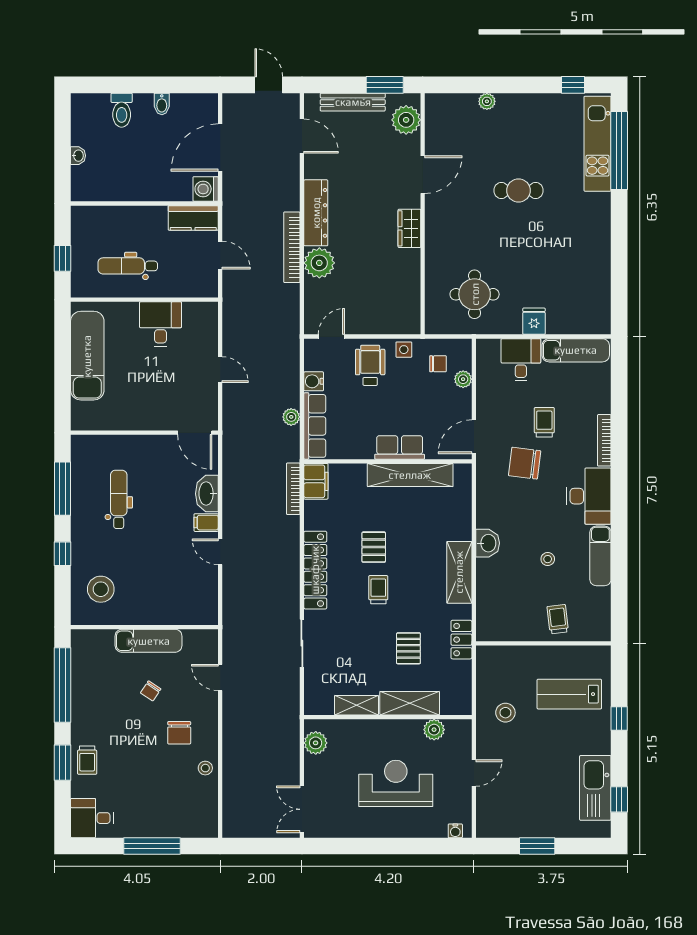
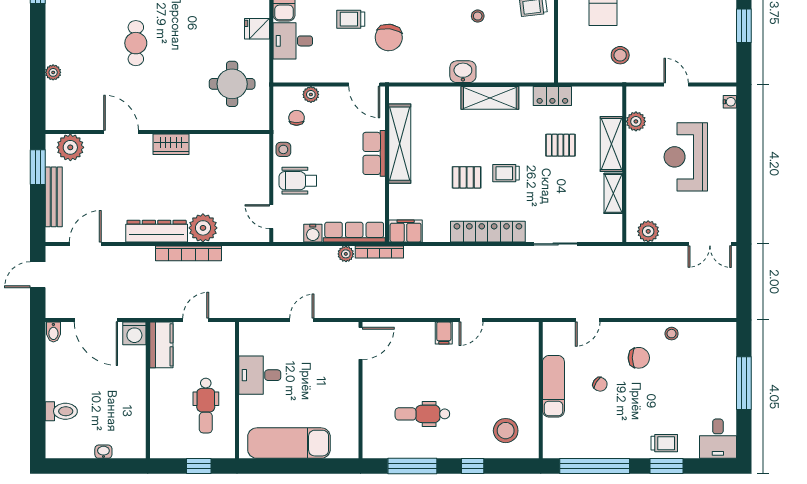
bidet: (162, 104) -> (53, 332), moved, turned 90
bookcase: (293, 489) -> (379, 252), moved
washbasin: (207, 494) -> (417, 332), removed

